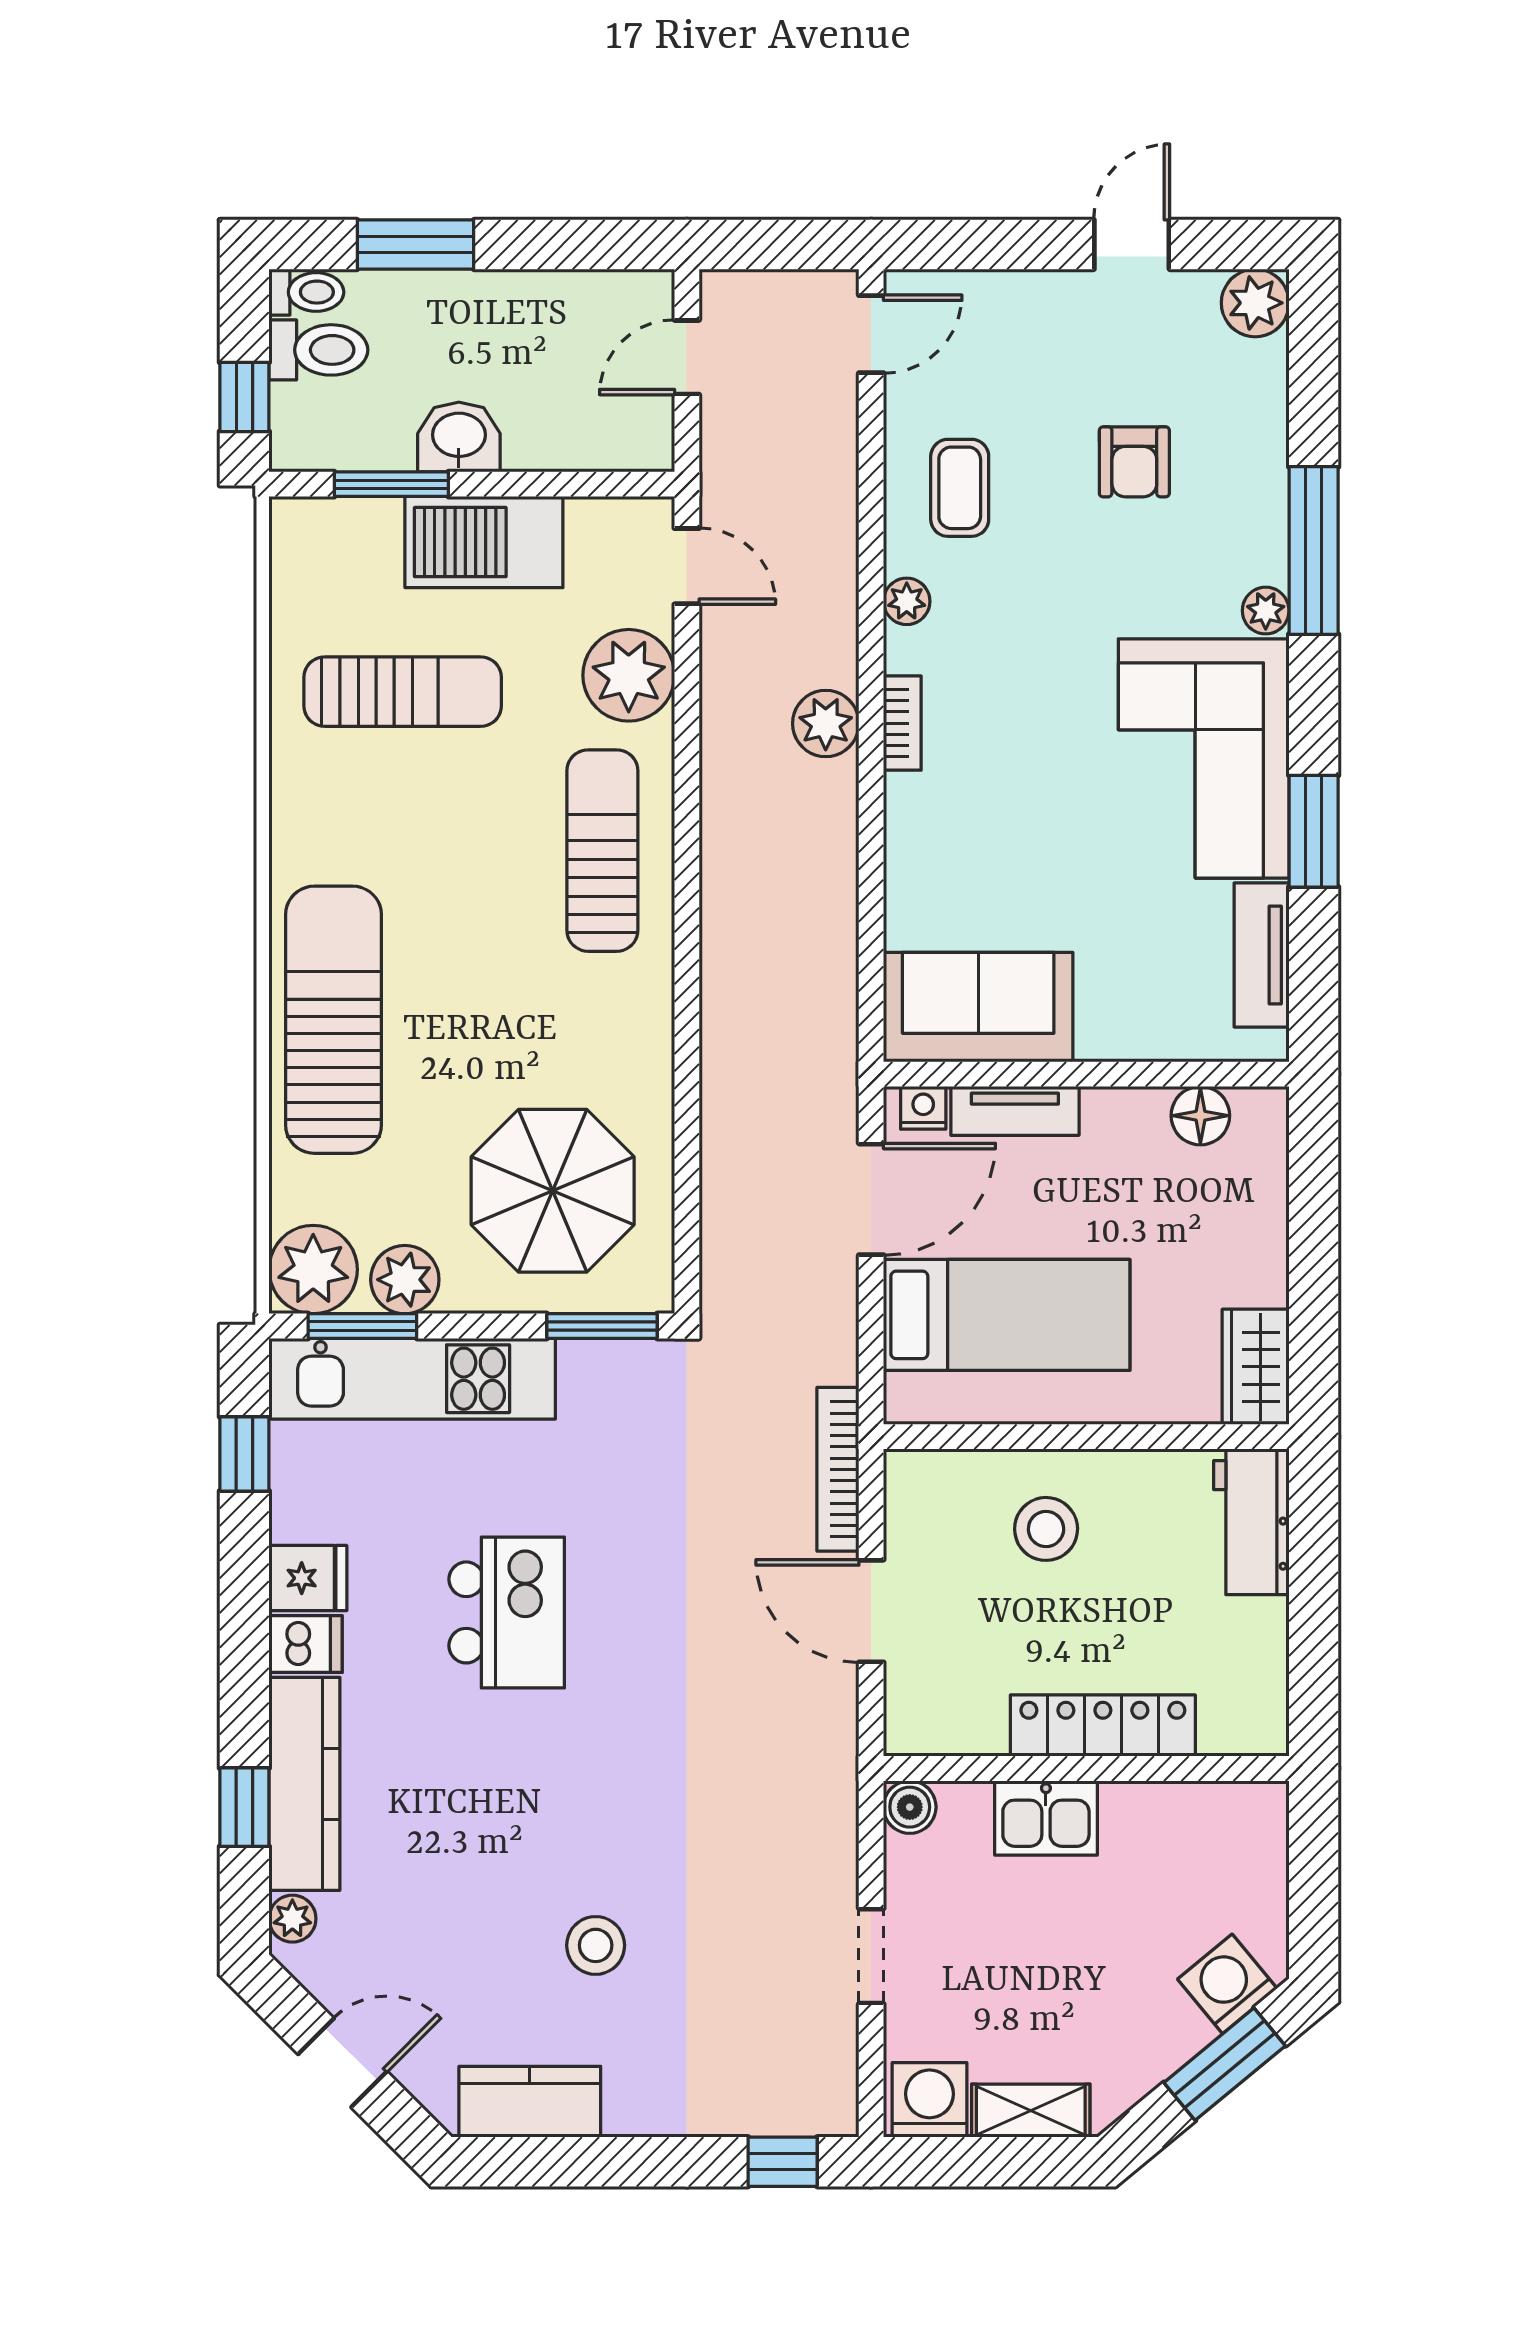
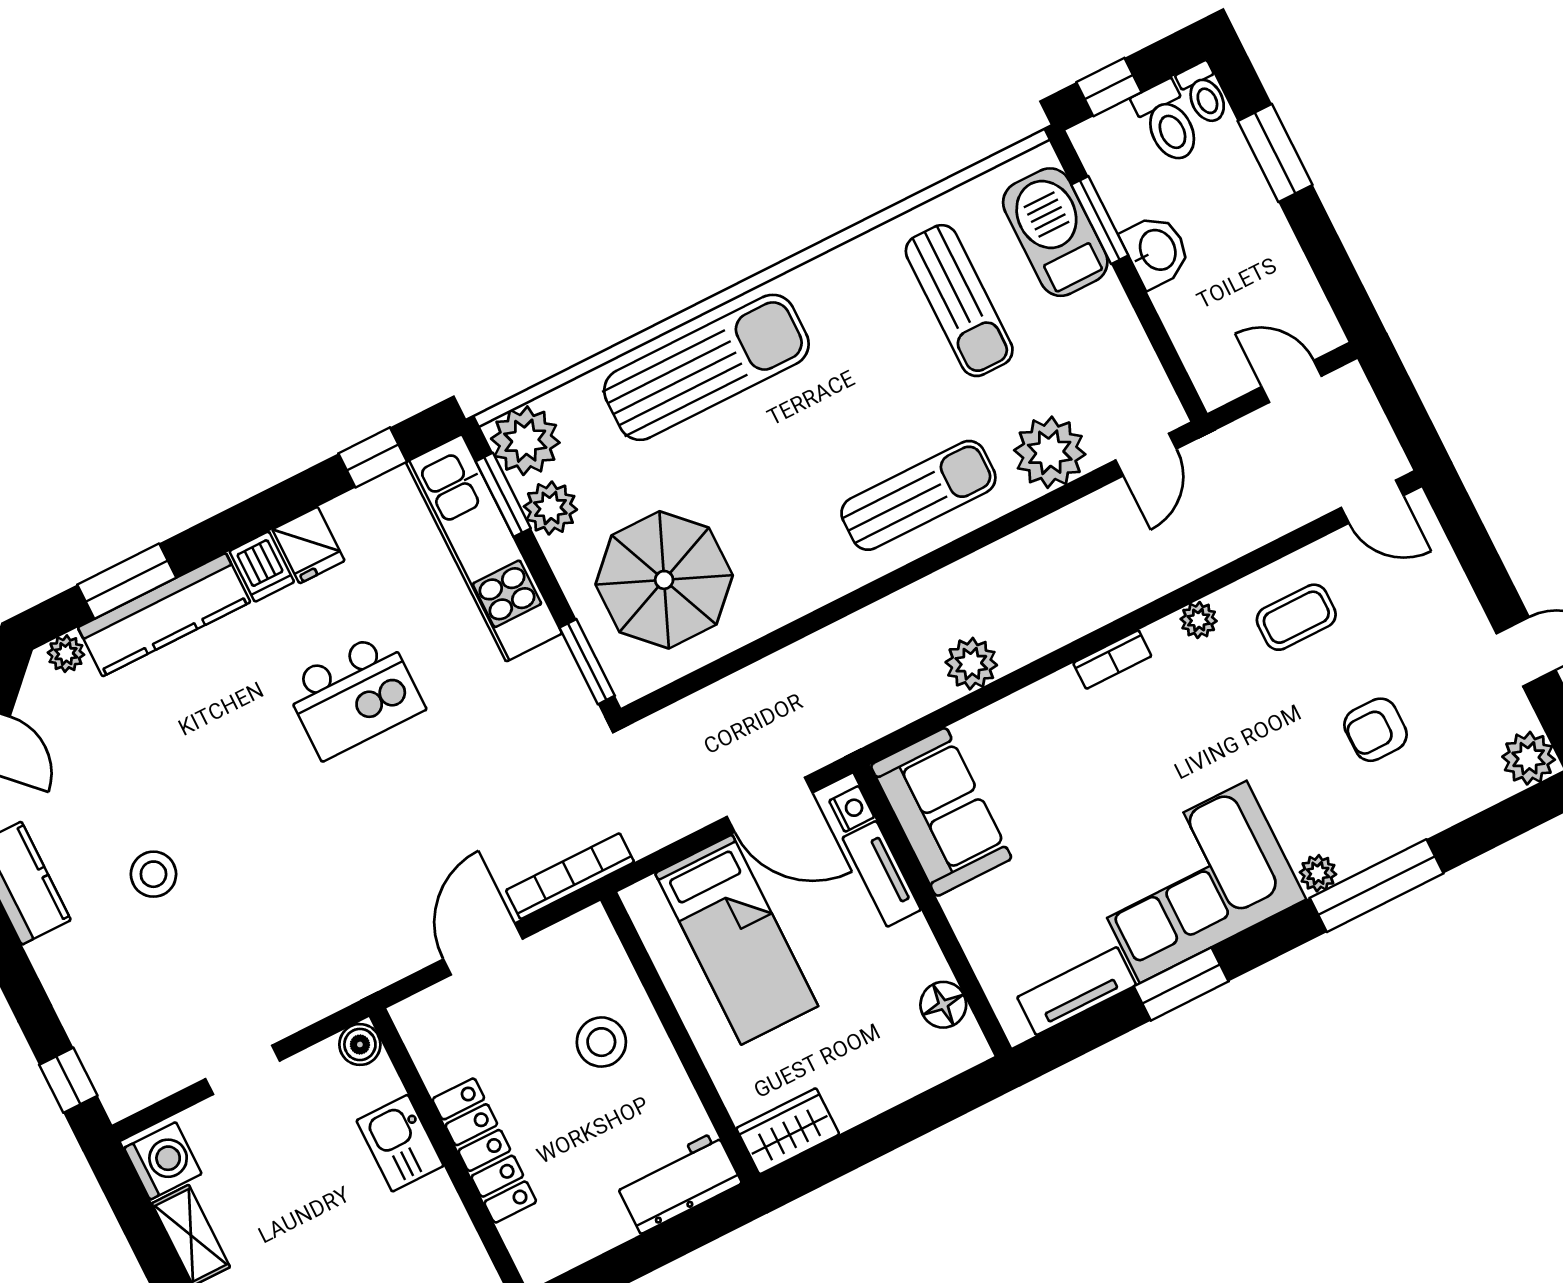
barbecue: (484, 542) -> (1055, 232), moved
plant: (826, 724) -> (971, 664), moved
window: (244, 1807) -> (127, 581), width x1.50

